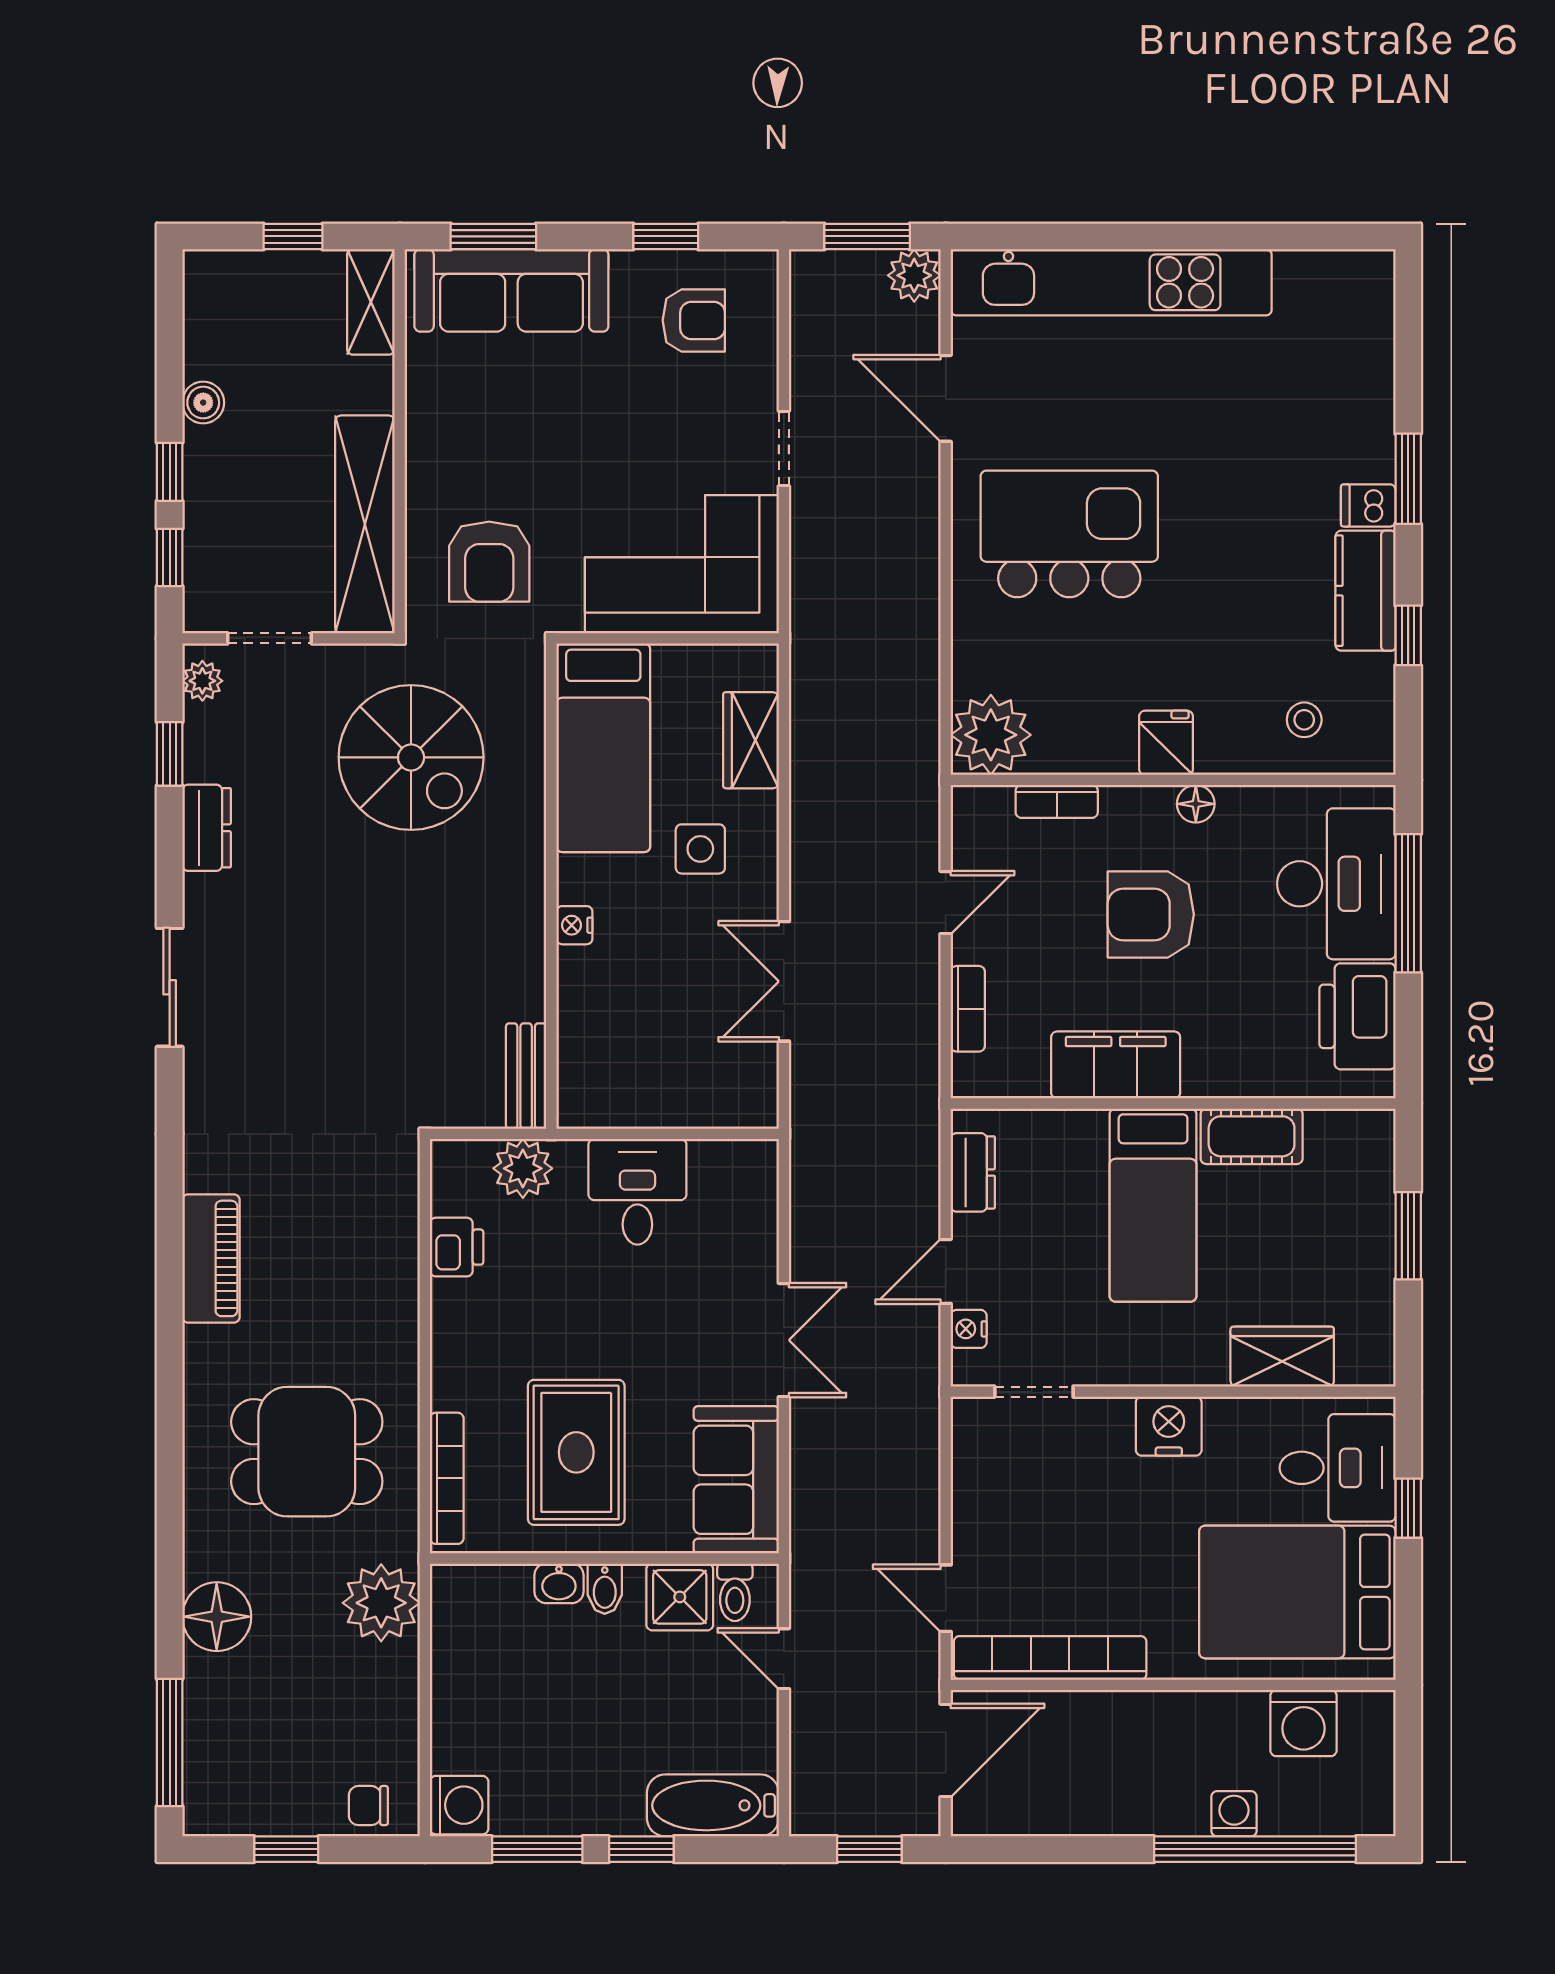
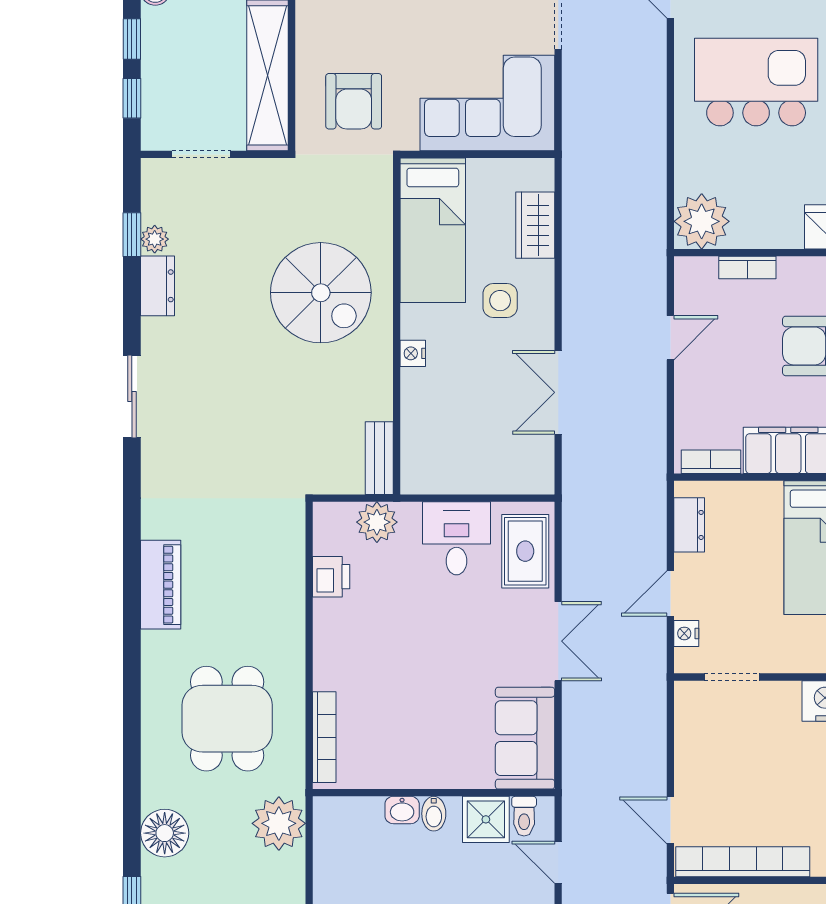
plant: (202, 681) -> (155, 239), moved
spiral stairs: (411, 757) -> (321, 293), moved
bookcase: (968, 1009) -> (711, 462), moved, turned -90
dining table: (307, 1452) -> (227, 719), turned 90
rug: (576, 1452) -> (525, 551), moved, width x0.73, depth x0.70

